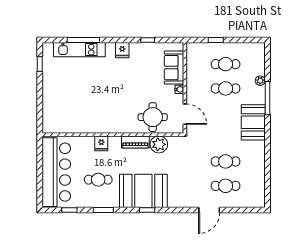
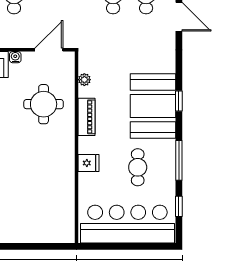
round table: (153, 117) -> (44, 104), moved
plant: (159, 144) -> (84, 80), width x0.53, depth x0.53
window: (103, 210) -> (179, 160), width x1.44

